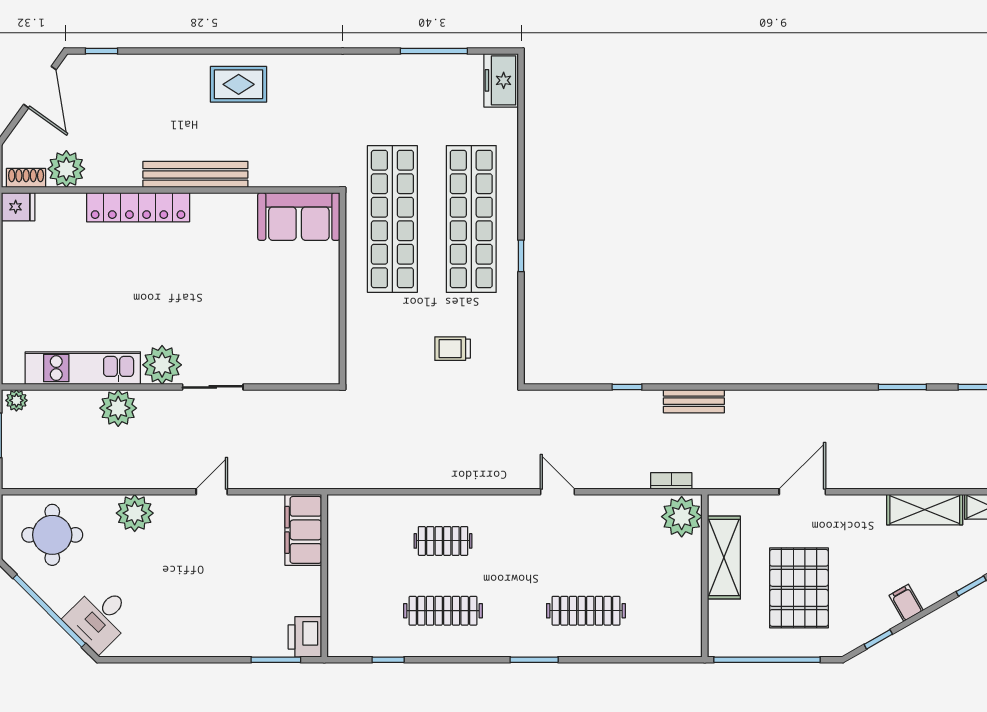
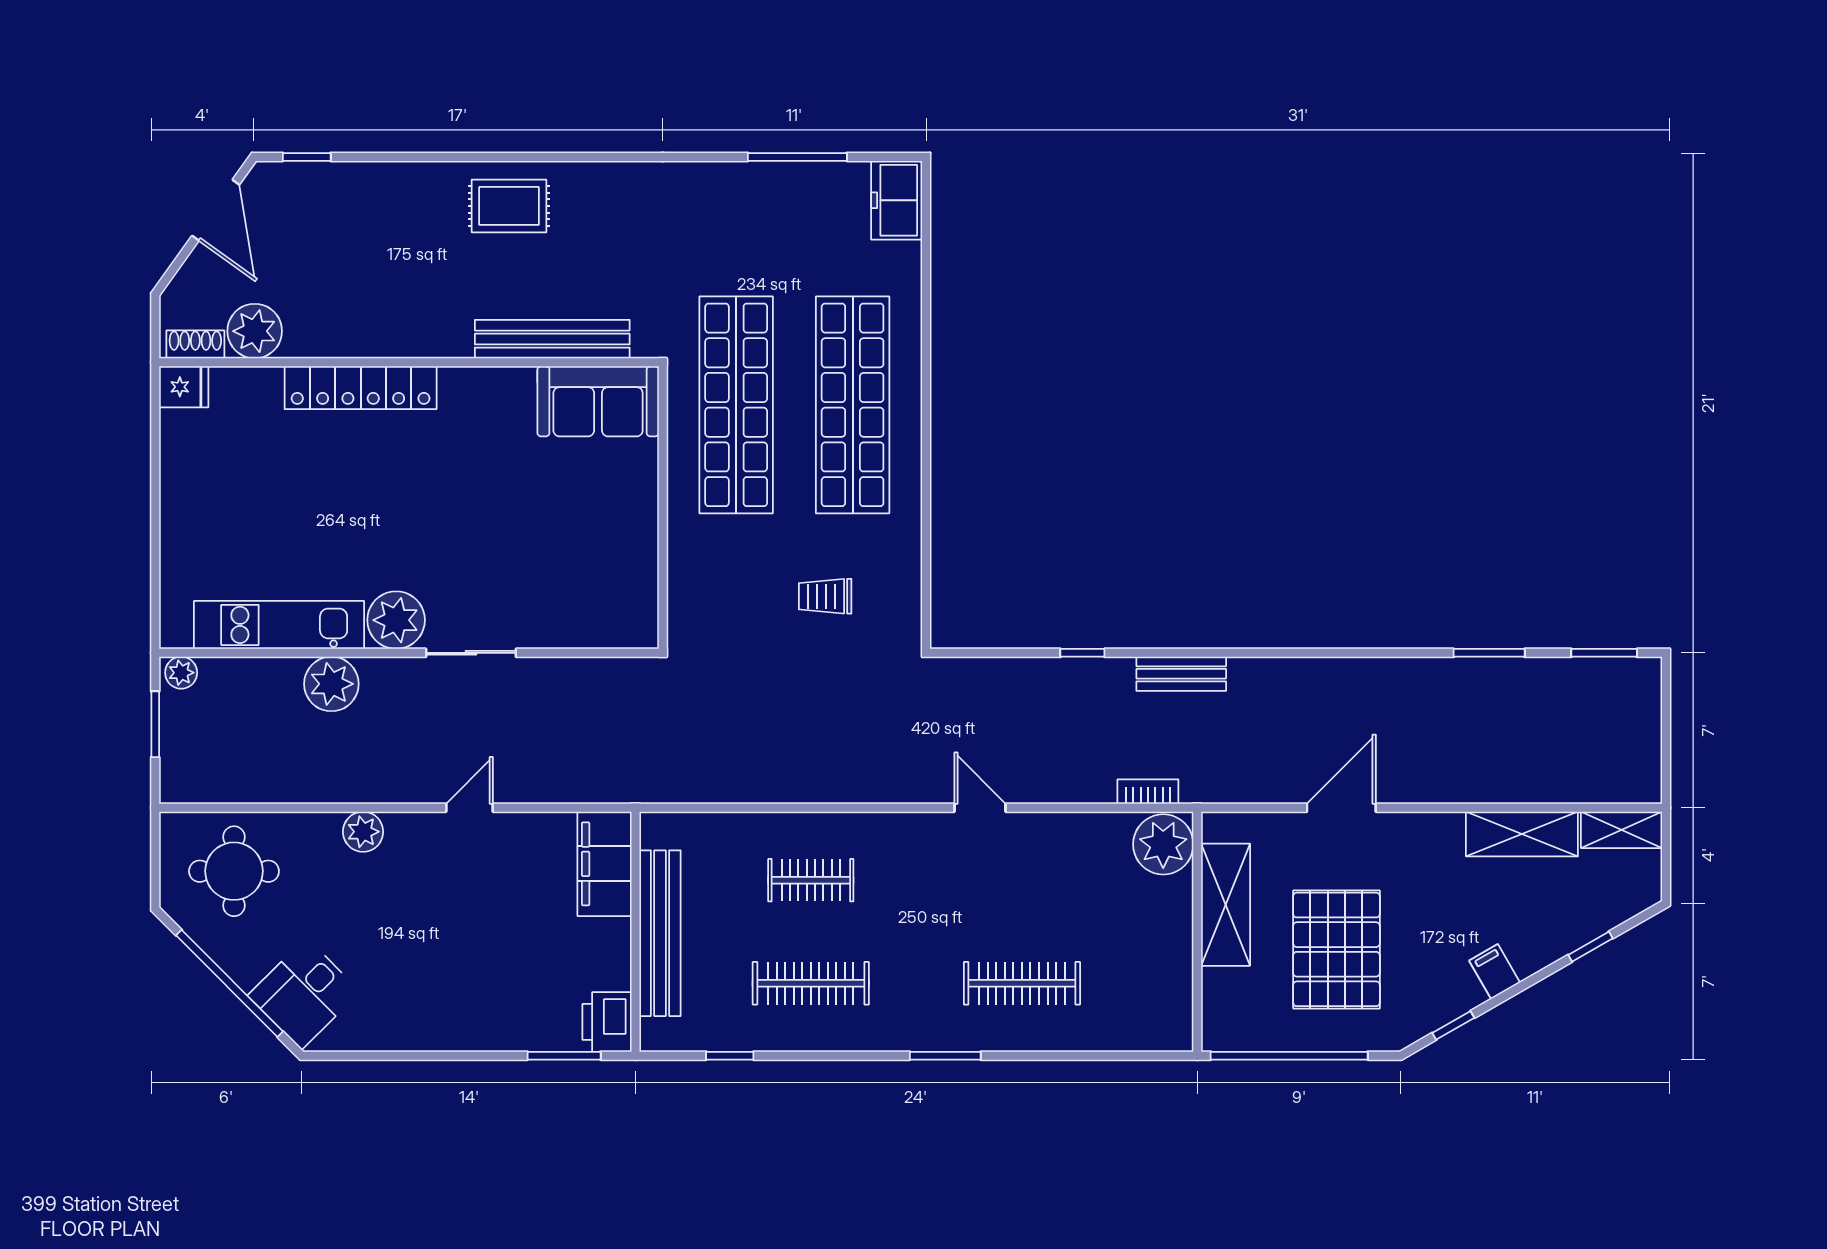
bench: (195, 174) -> (552, 339), moved
window: (521, 256) -> (926, 459), removed
plant: (135, 513) -> (363, 832), width x0.73, depth x0.73
bench: (341, 577) -> (660, 933), added

